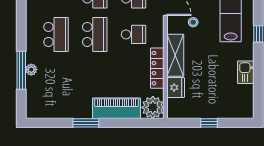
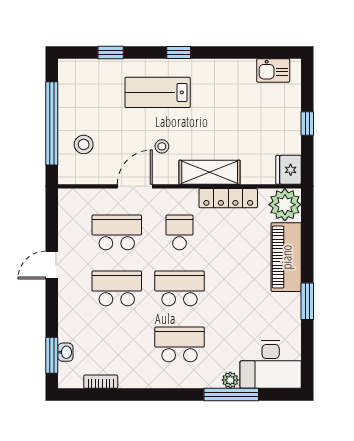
kitchen sink: (246, 72) -> (273, 71), moved
fridge: (176, 88) -> (289, 170), moved, turned -90
desk: (42, 98) -> (271, 364), added

